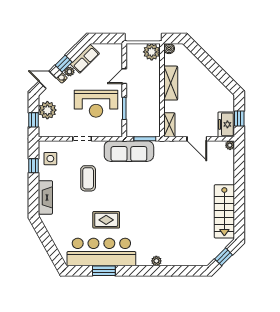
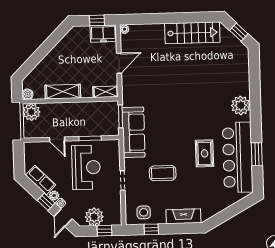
plant: (156, 261) -> (241, 105), width x1.88, depth x1.88

